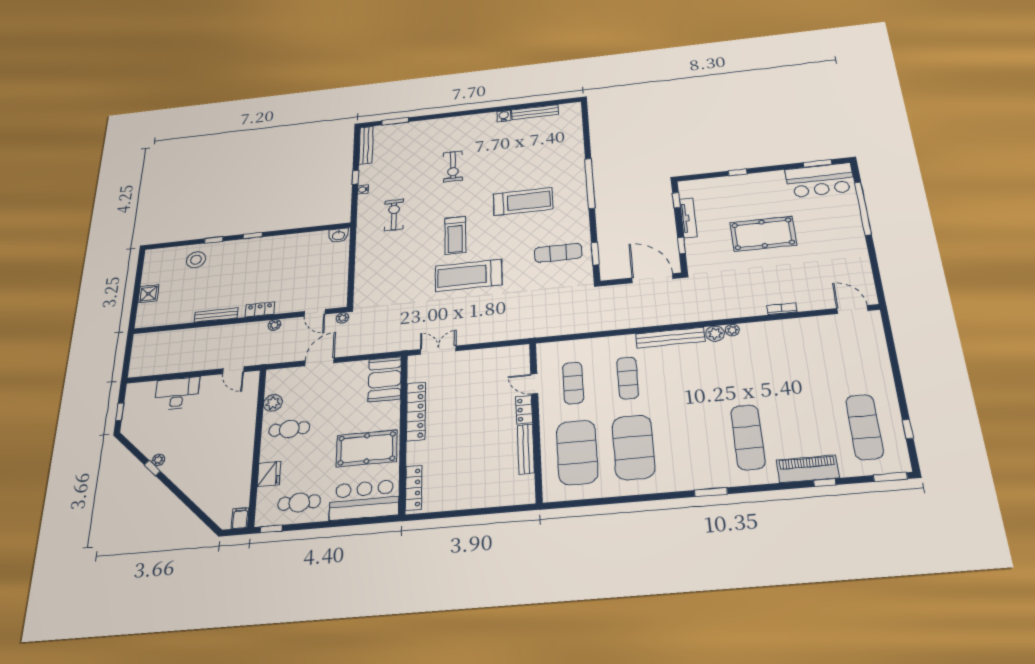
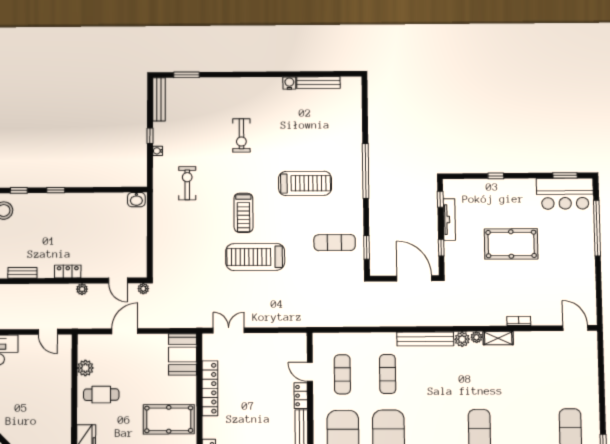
bench: (216, 315) -> (22, 273), width x0.73
shelving: (759, 329) -> (498, 338), added

